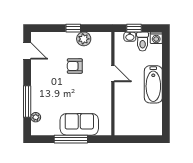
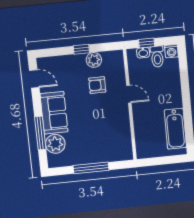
armchair: (75, 66) -> (97, 85), moved
bathtub: (153, 84) -> (175, 129), moved
plant: (36, 117) -> (55, 144), width x1.87, depth x1.87
sofa: (79, 124) -> (54, 113), moved, turned 90

